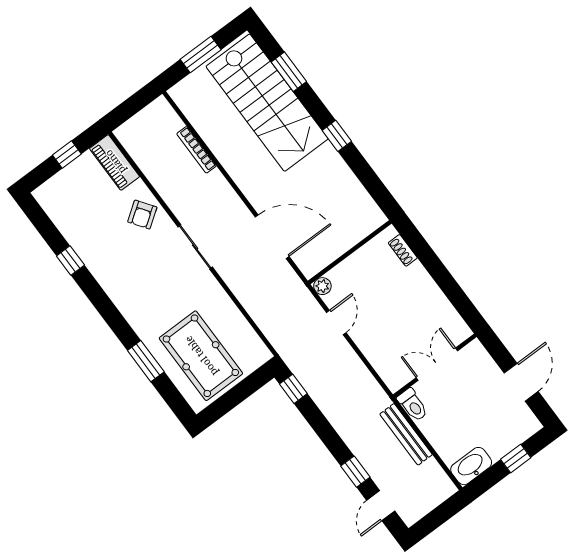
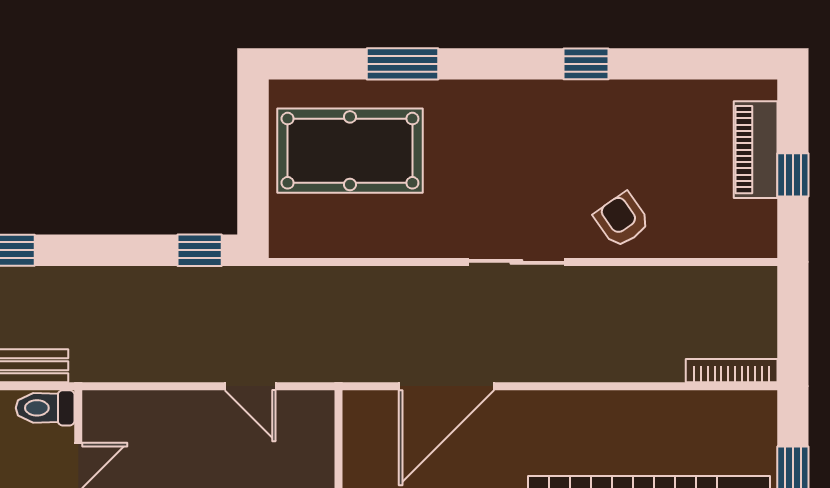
bookcase: (196, 150) -> (732, 371), moved
piano: (115, 162) -> (756, 150), moved, turned -90
window: (70, 260) -> (586, 64), moved
plant: (322, 286) -> (319, 406), removed

